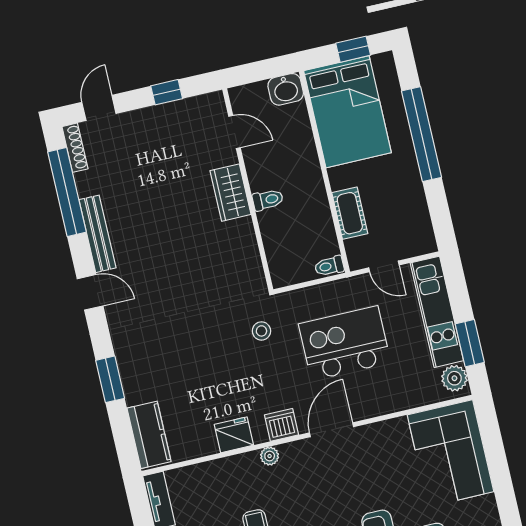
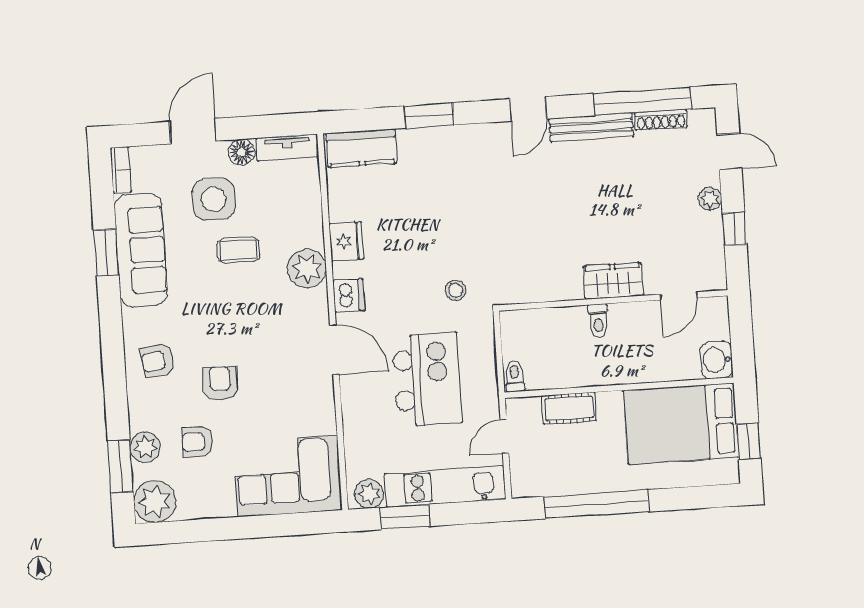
plant: (144, 118) -> (710, 199), added
window: (422, 134) -> (596, 504), moved
shoe rack: (75, 148) -> (661, 120), moved
plant: (270, 456) -> (307, 268), width x1.88, depth x1.88

